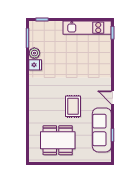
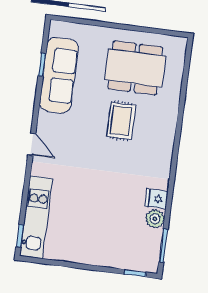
kitchen unit: (87, 28) -> (36, 217), moved, turned 90
door: (113, 98) -> (32, 144), moved
rug: (73, 106) -> (121, 121), moved

